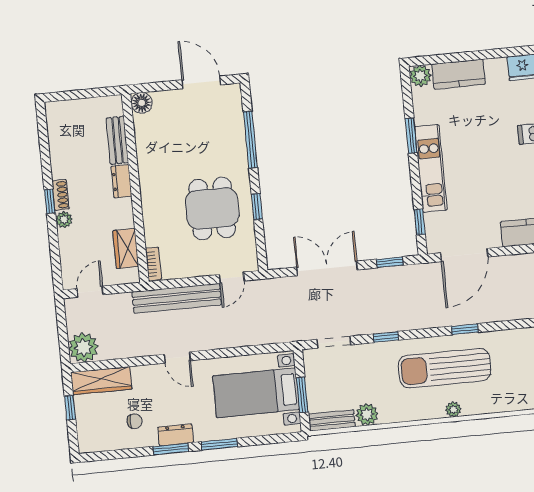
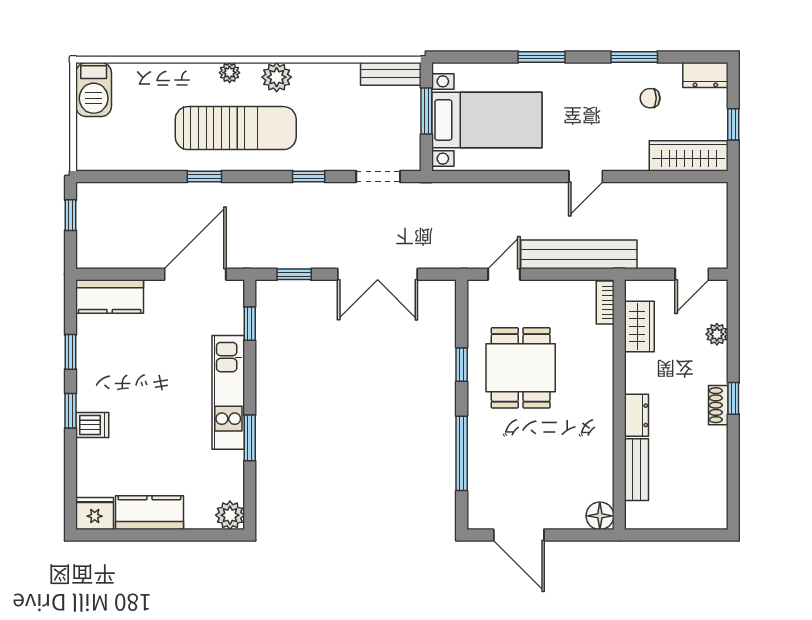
kitchen counter: (459, 74) -> (149, 513), moved
plant: (64, 220) -> (717, 334), moved
plant: (83, 347) -> (708, 202), removed
door: (177, 357) -> (586, 176), swing flipped
plant: (367, 414) -> (277, 77), moved
dresser: (176, 435) -> (705, 75), moved
window: (171, 449) -> (634, 57), moved

